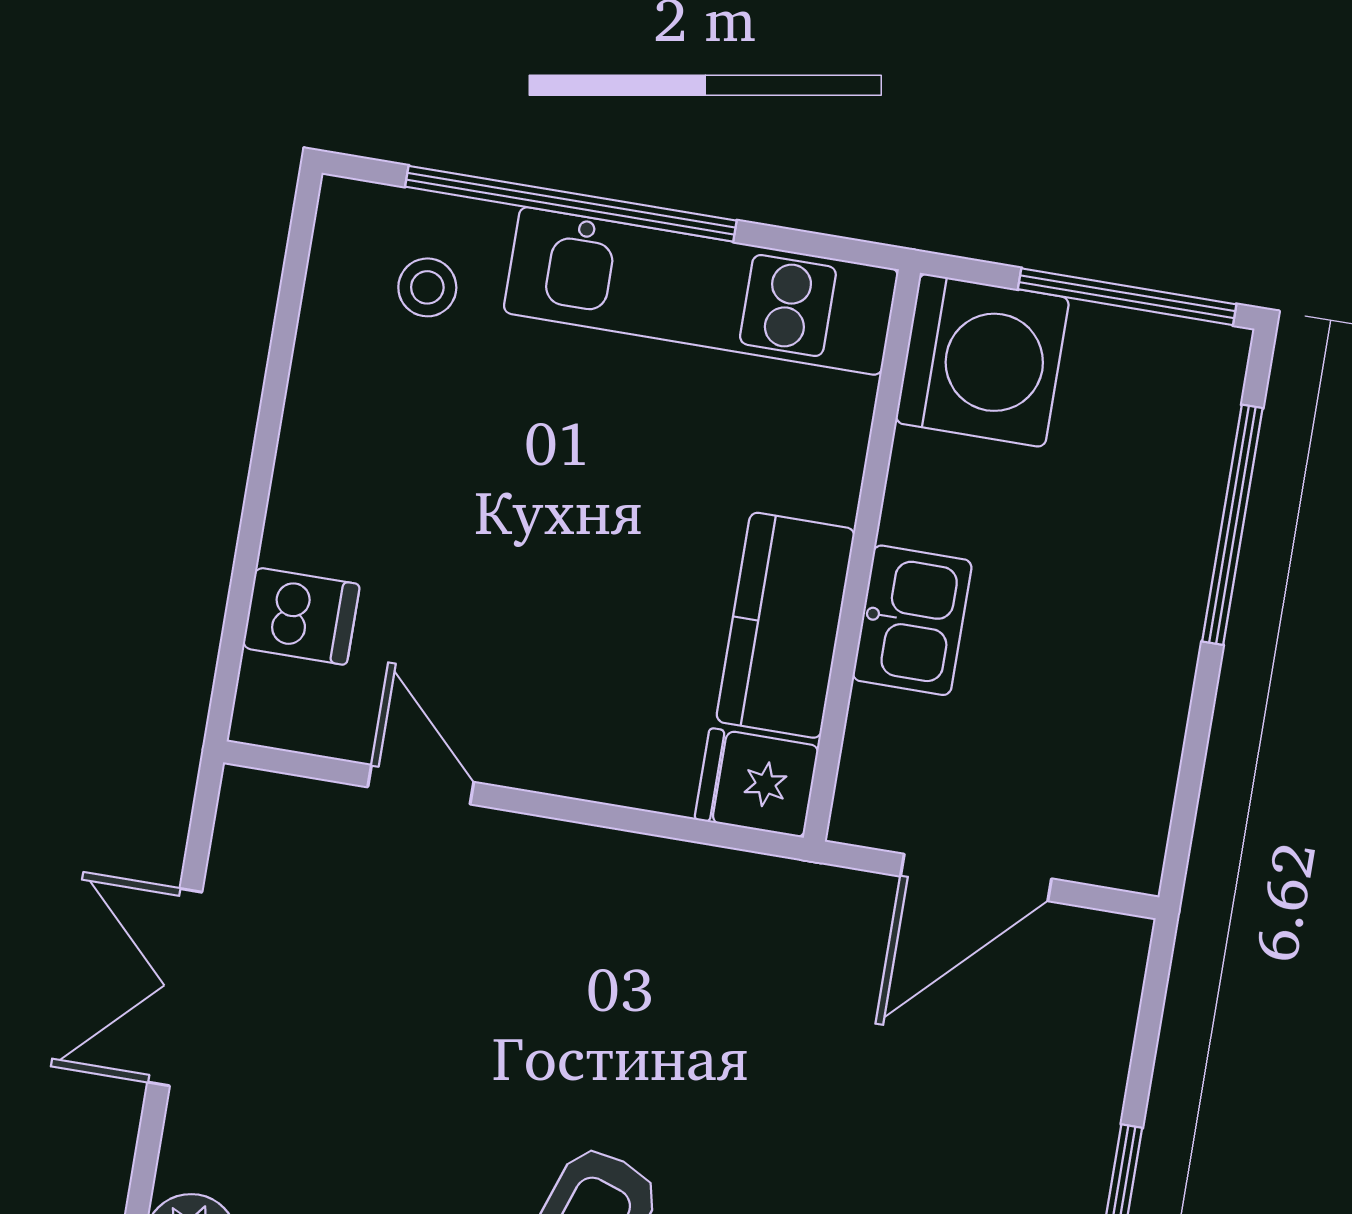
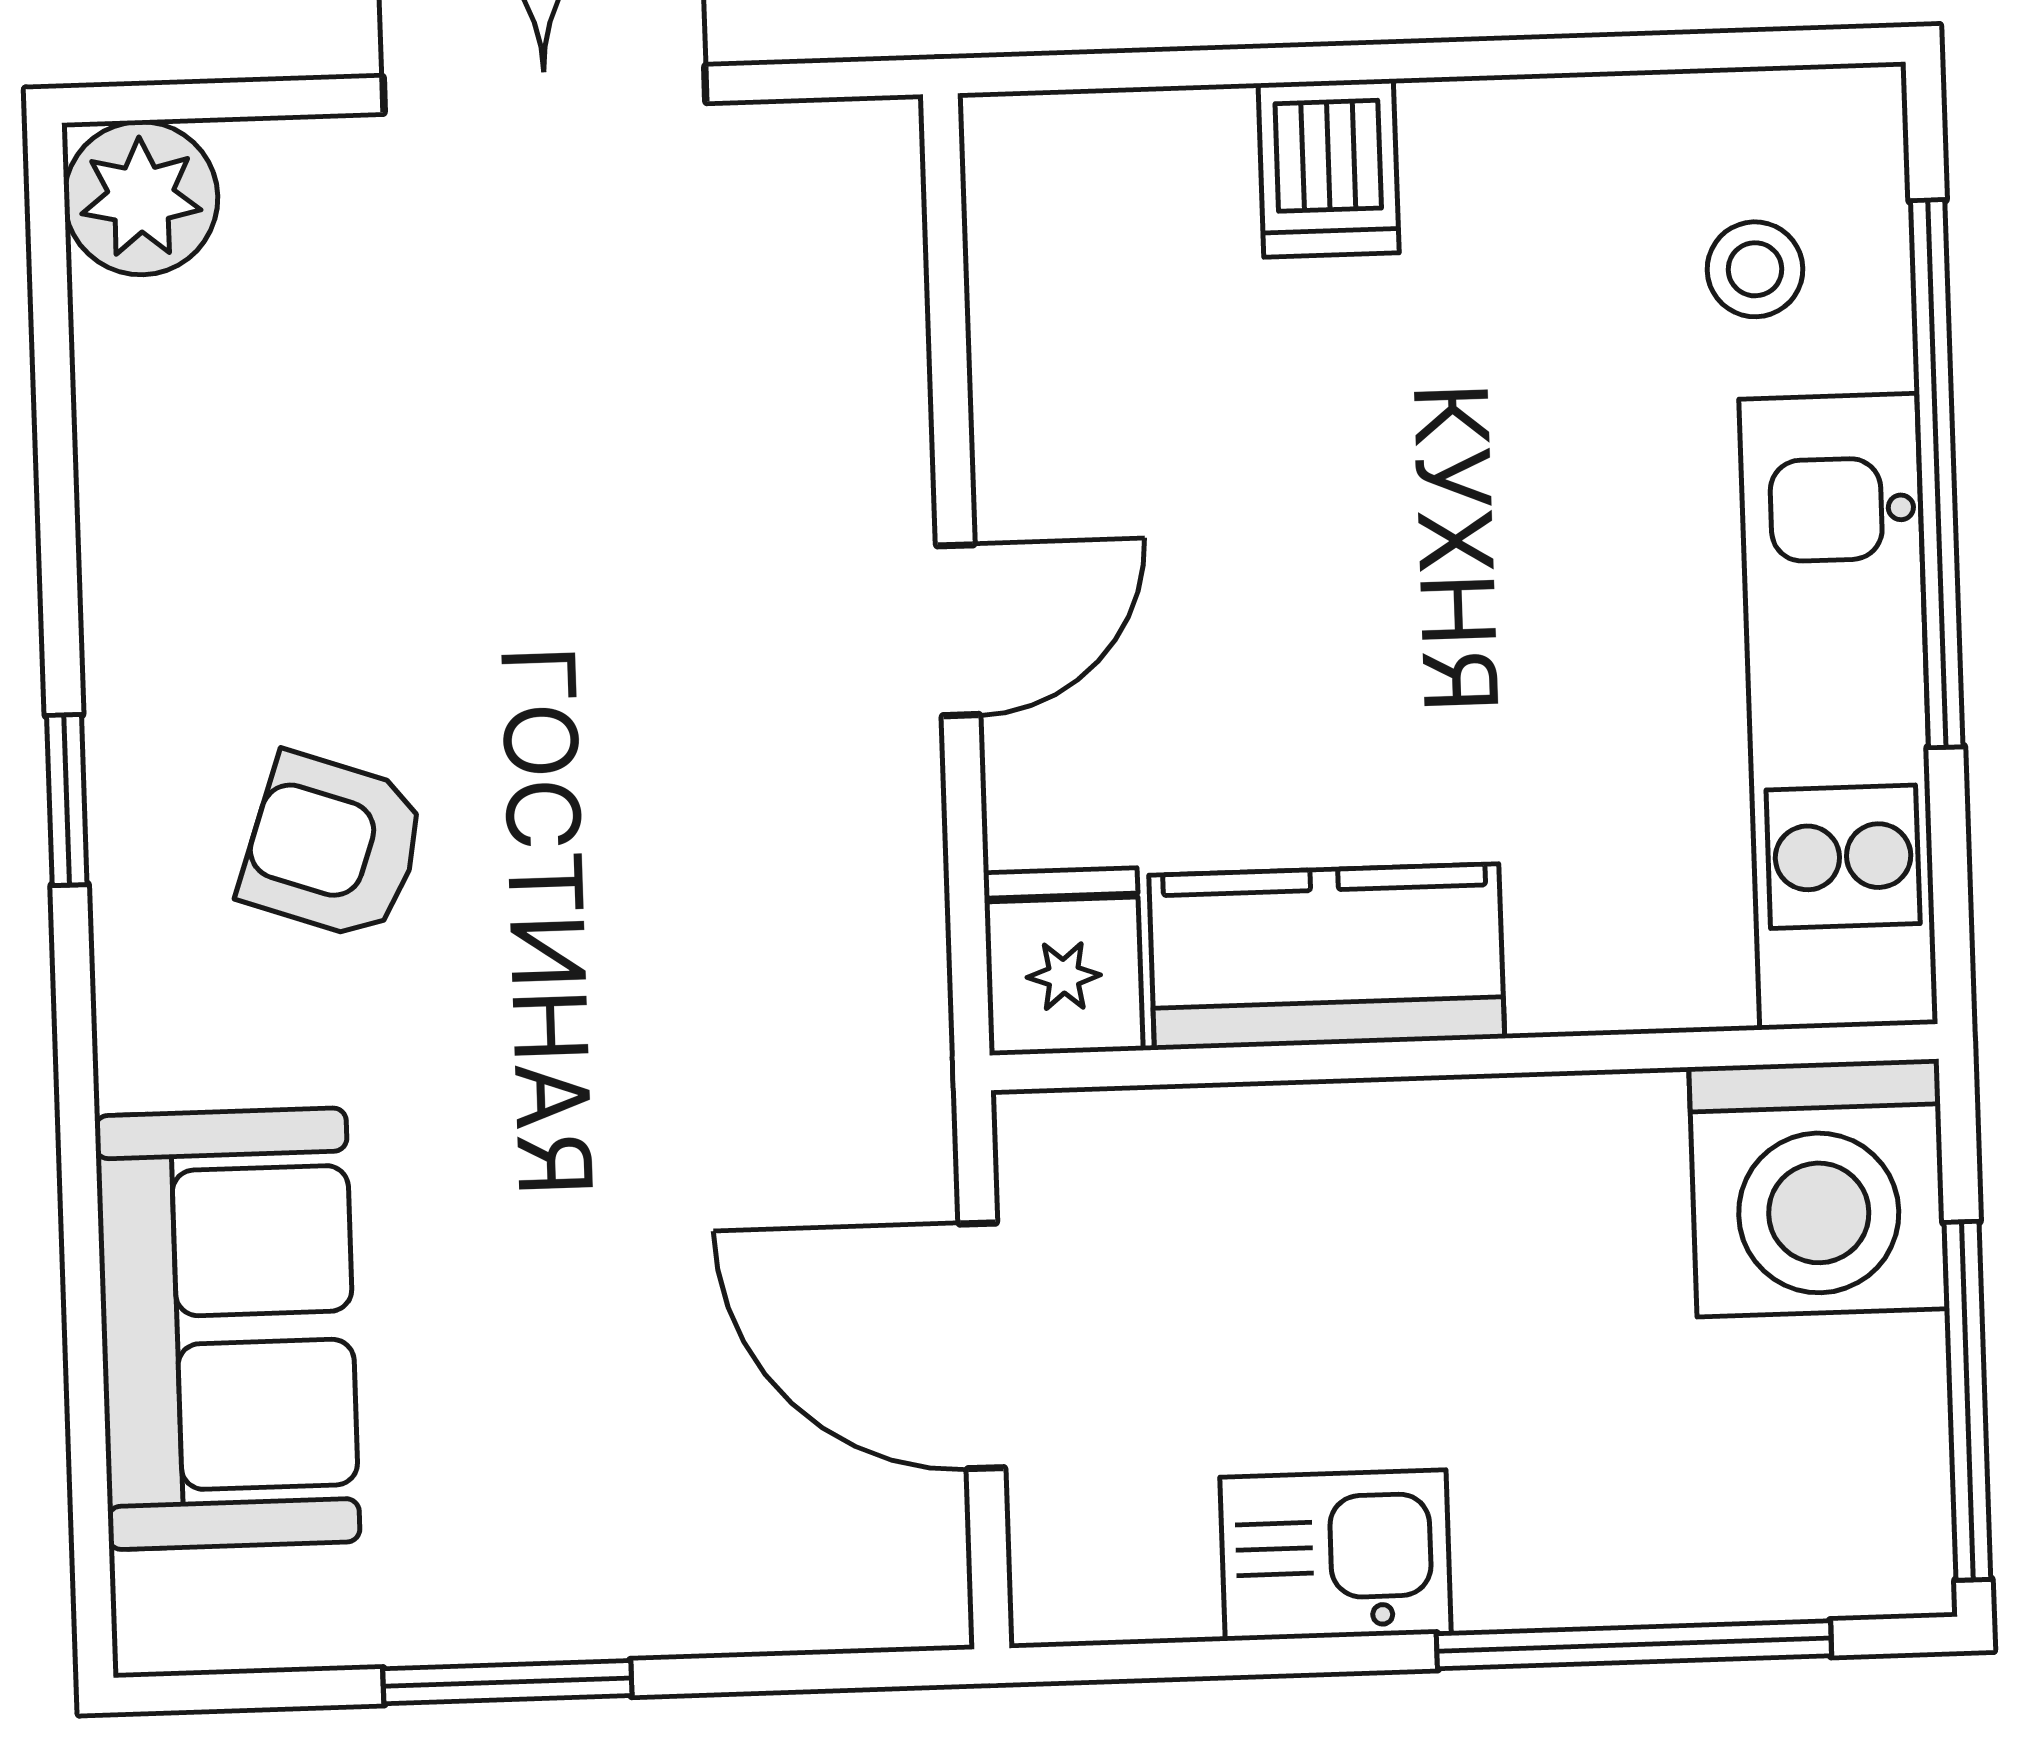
dishwasher: (301, 616) -> (1329, 168), moved
kitchen sink: (912, 620) -> (1336, 1555), moved, turned 180
door: (421, 785) -> (958, 630), moved

